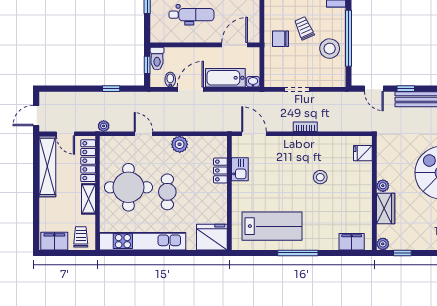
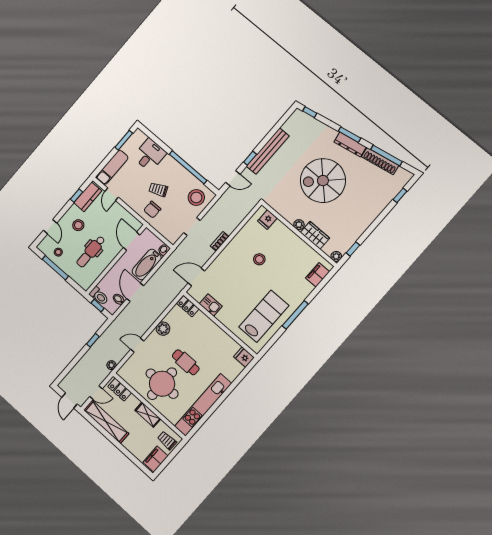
dental chair: (191, 15) -> (91, 252), turned 180
stool: (330, 49) -> (196, 197), moved
locker: (88, 161) -> (120, 390), width x0.66
locker: (220, 170) -> (188, 306), moved
fridge: (212, 237) -> (244, 357), width x0.53, depth x0.75

